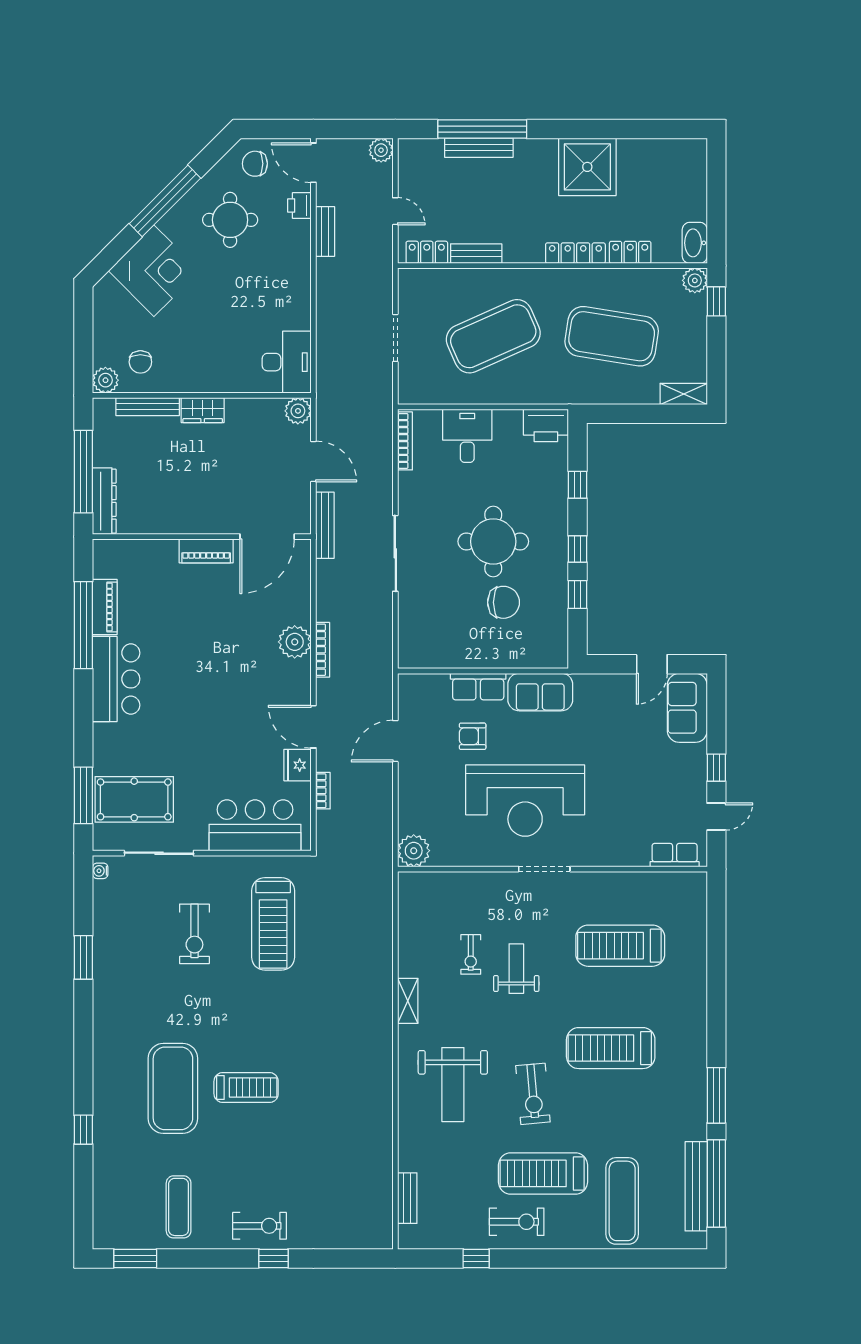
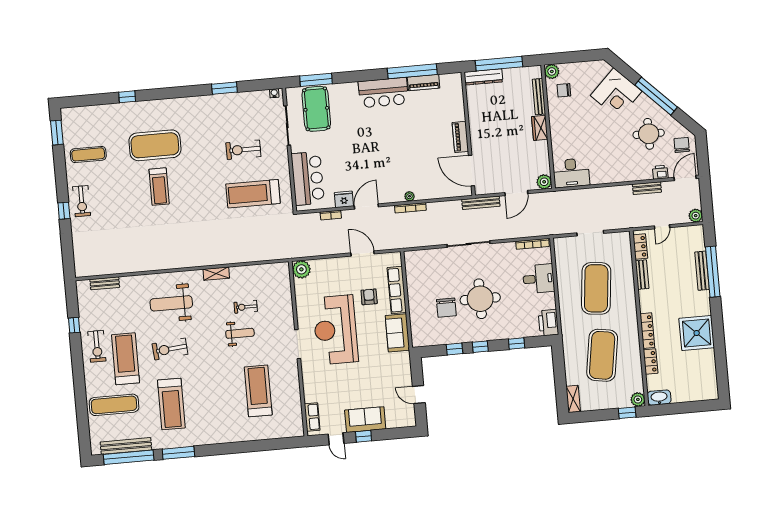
exercise mat: (493, 336) -> (596, 288), turned 30
plant: (295, 642) -> (409, 196), width x0.53, depth x0.53
row of seats: (478, 687) -> (397, 290), width x1.48
sofa: (687, 708) -> (365, 420), moved
treadmill: (611, 1048) -> (171, 404), moved, turned 180

